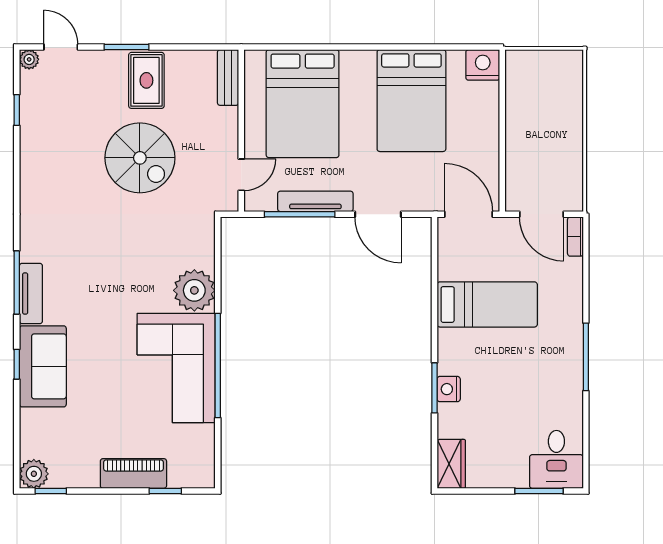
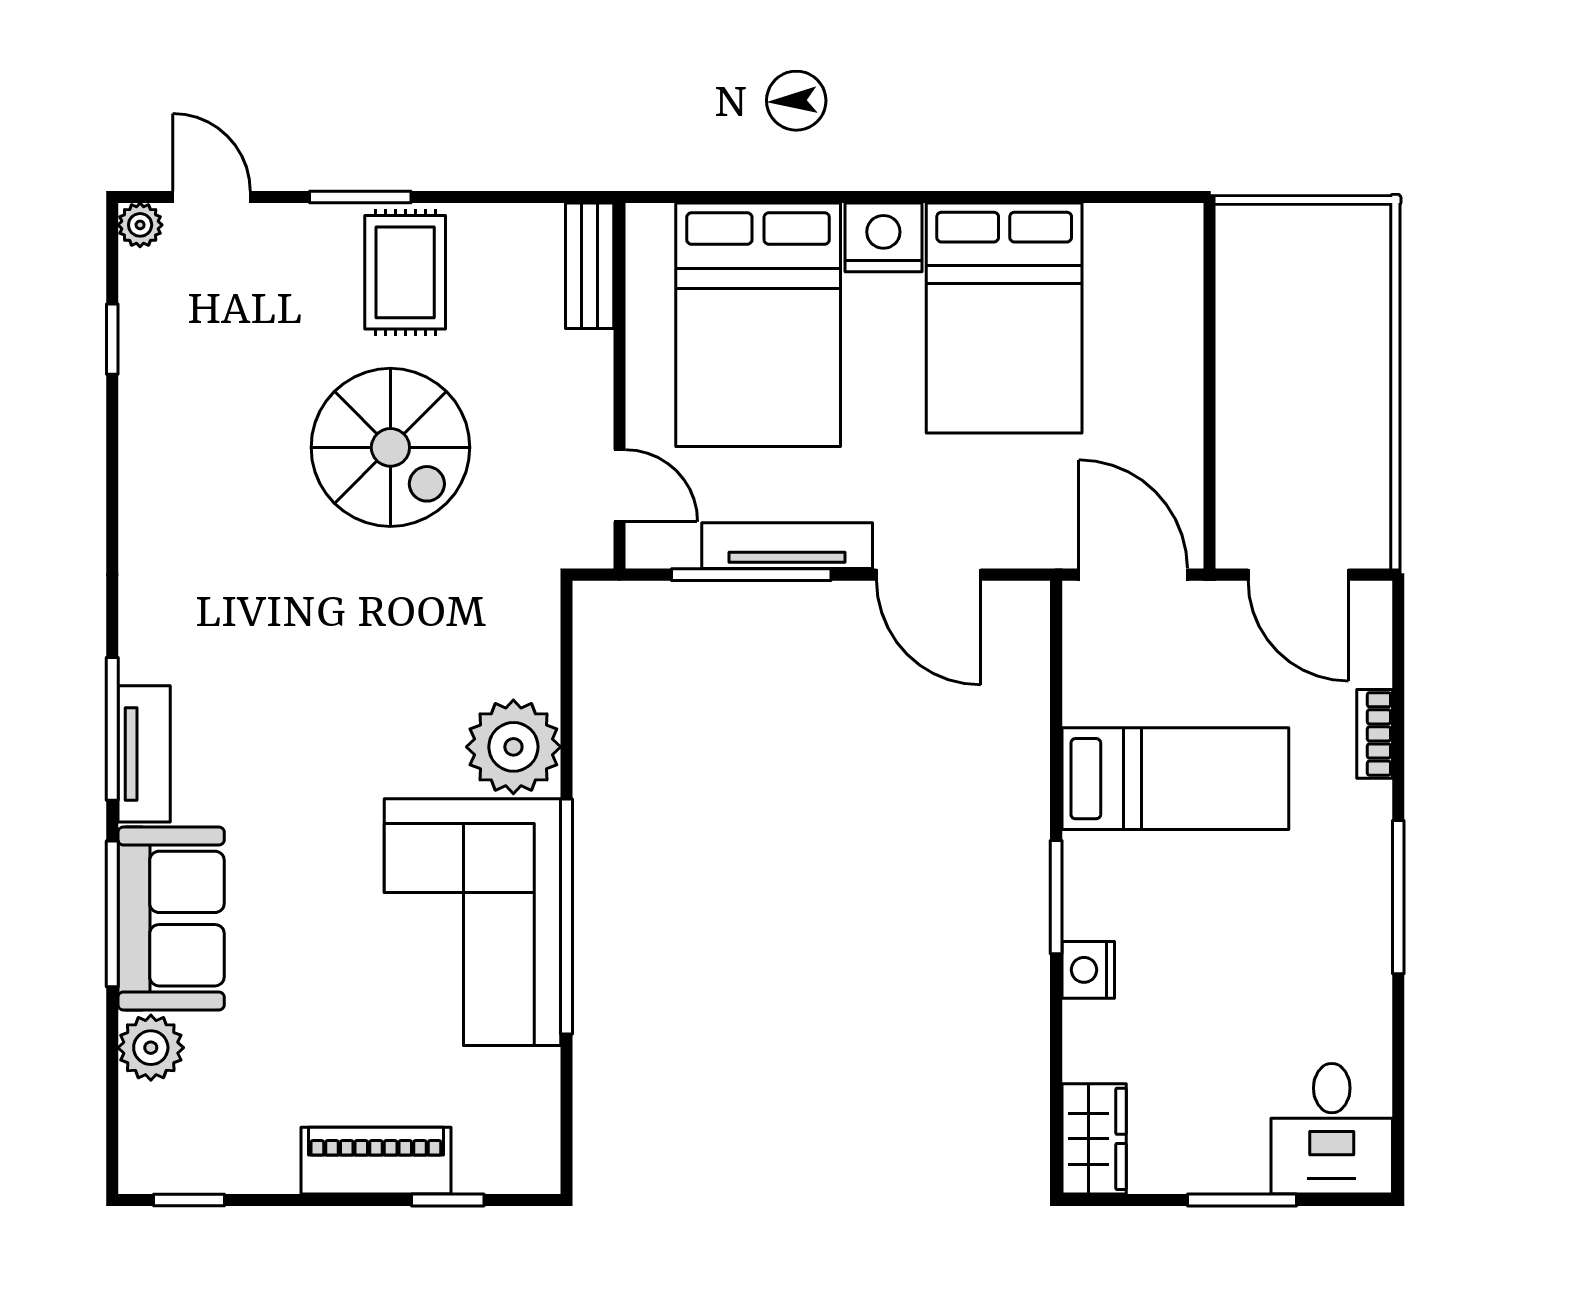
nightstand: (483, 65) -> (883, 237), moved
door: (241, 175) -> (620, 486), hinge flipped
bookcase: (575, 236) -> (1375, 734), moved
window: (17, 364) -> (112, 914), width x2.17
window: (434, 388) -> (1056, 897), moved
plant: (34, 474) -> (151, 1048), moved
window: (539, 491) -> (1242, 1200), moved

